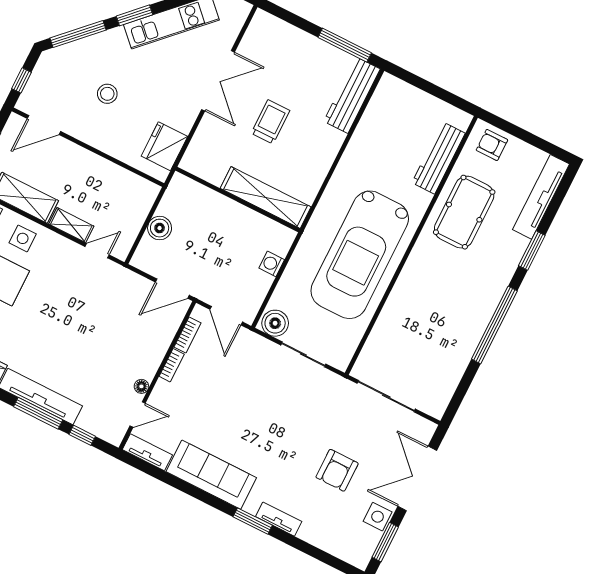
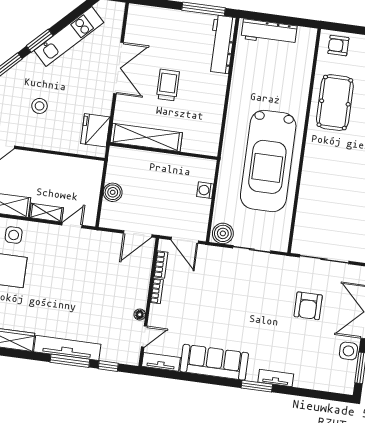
workbench: (439, 158) -> (269, 32), moved, turned -90
shelving: (266, 198) -> (146, 137), moved
armchair: (337, 470) -> (308, 306), moved

